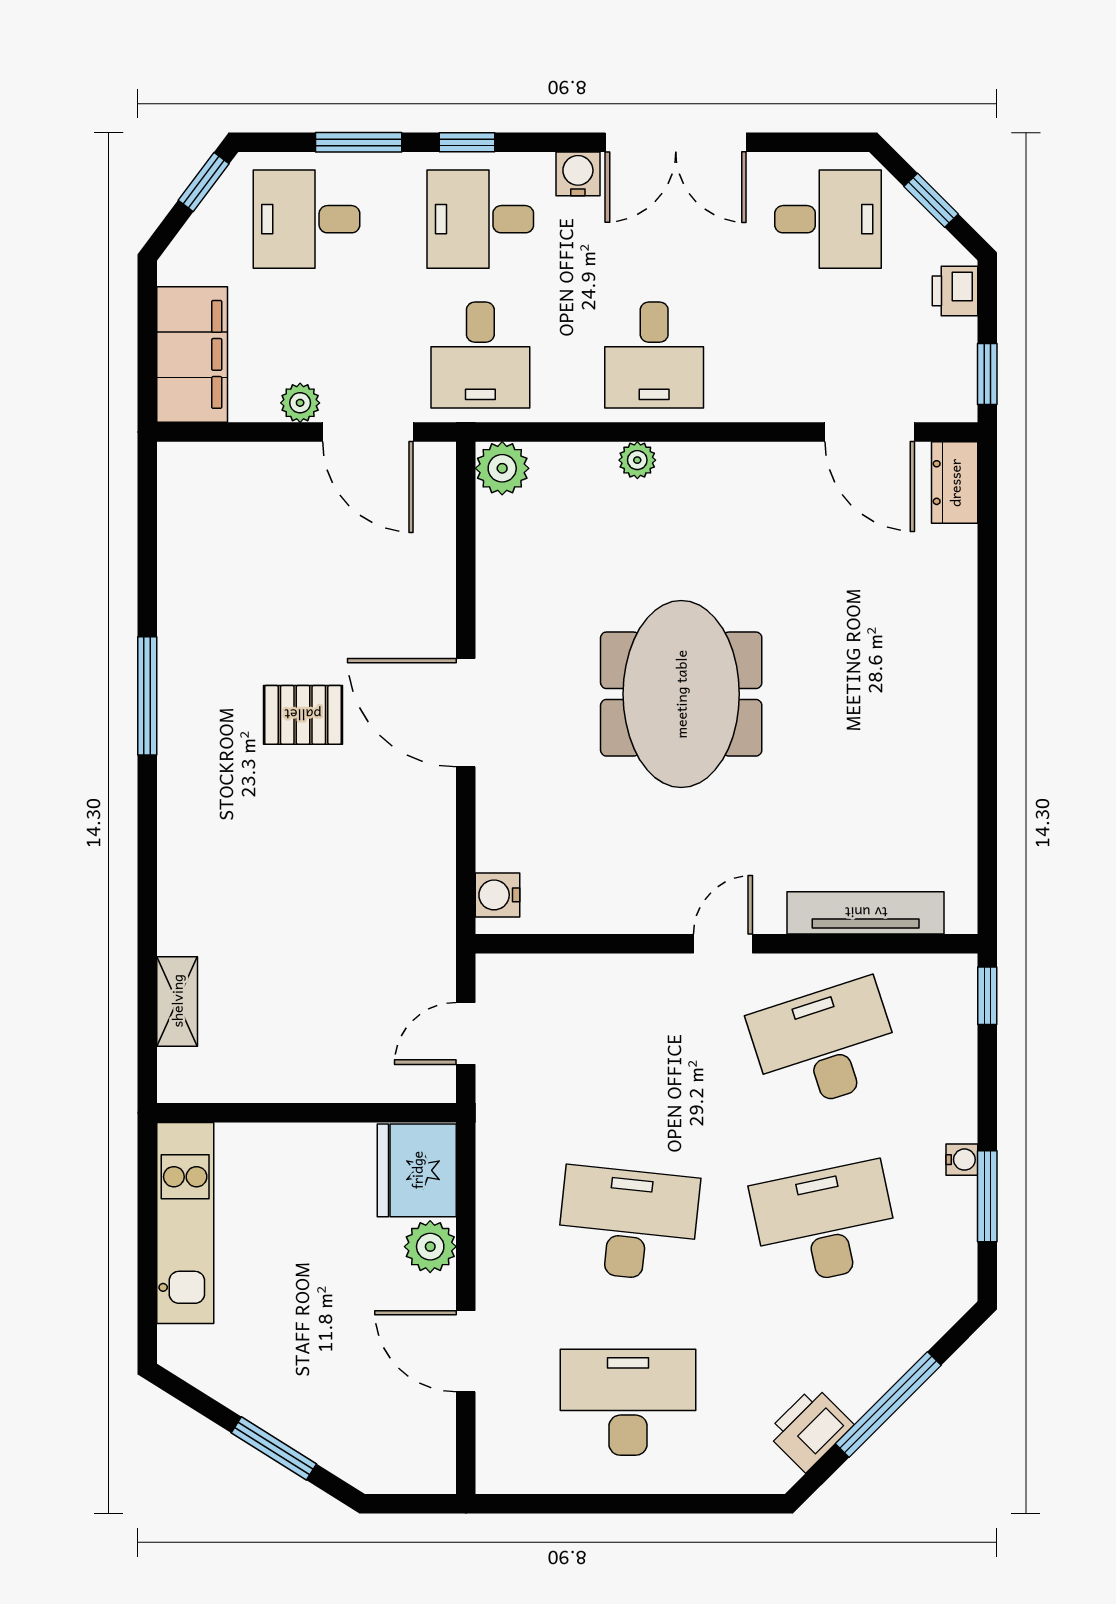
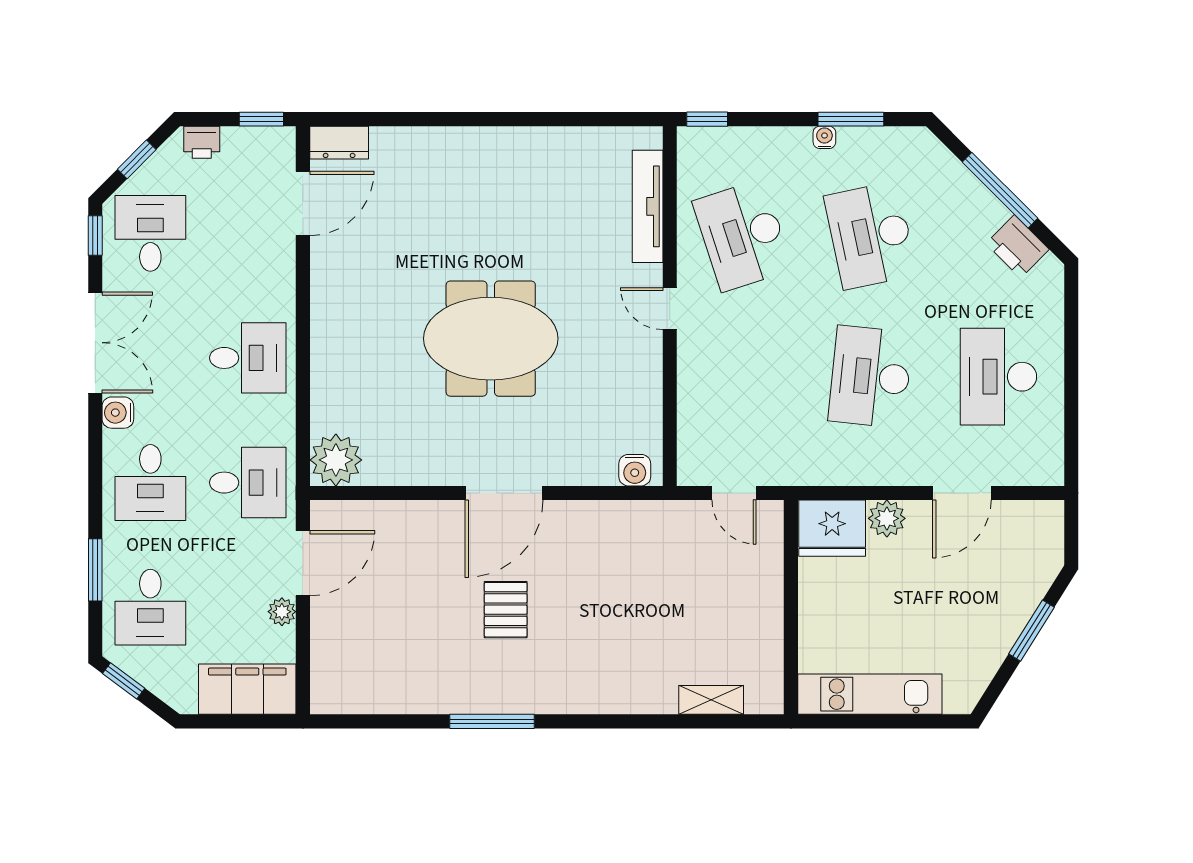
window: (467, 142) -> (95, 236), moved
plant: (637, 460) -> (323, 370), removed
plant: (502, 468) -> (336, 460), width x1.36, depth x1.36

